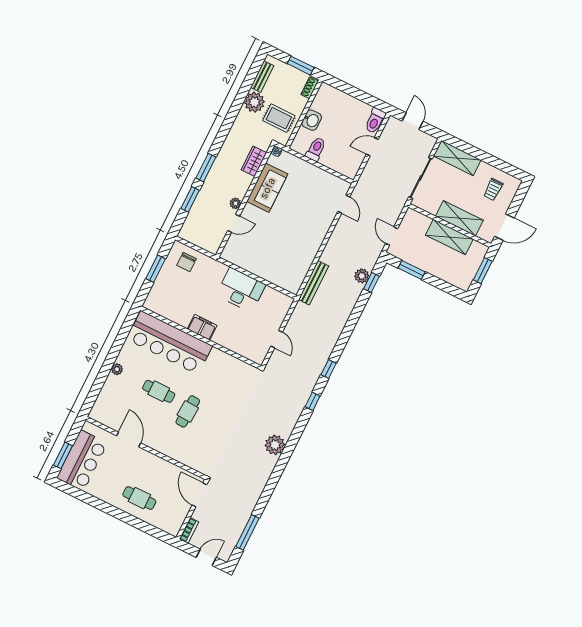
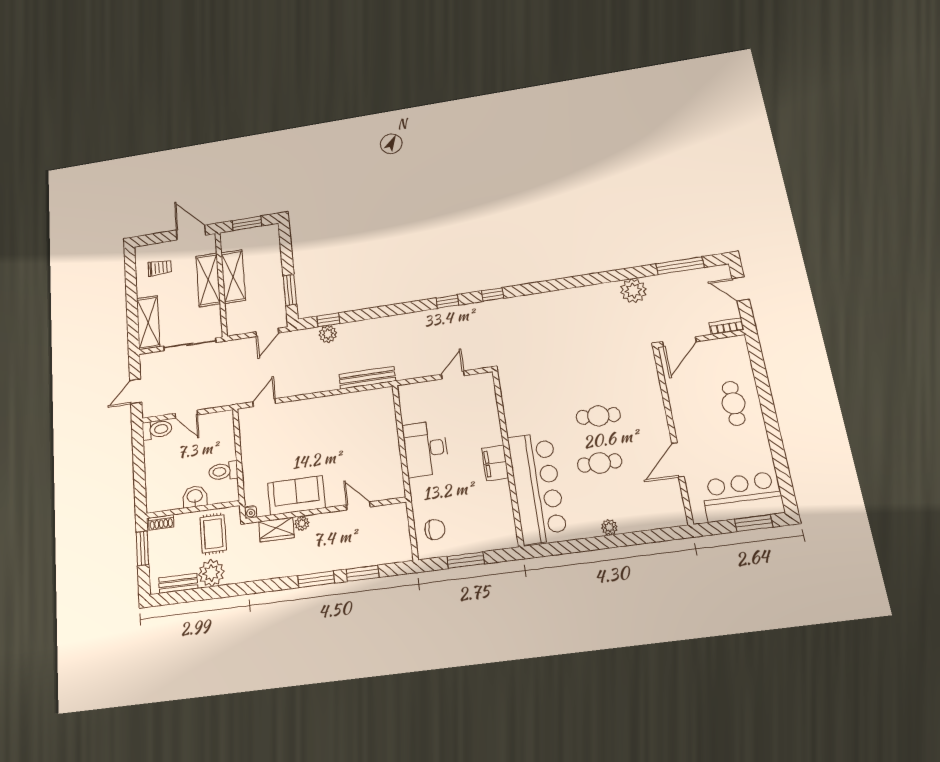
plant: (235, 203) -> (302, 523), moved
cafe table: (159, 391) -> (600, 463), turned 90
plant: (275, 445) -> (633, 291), moved

